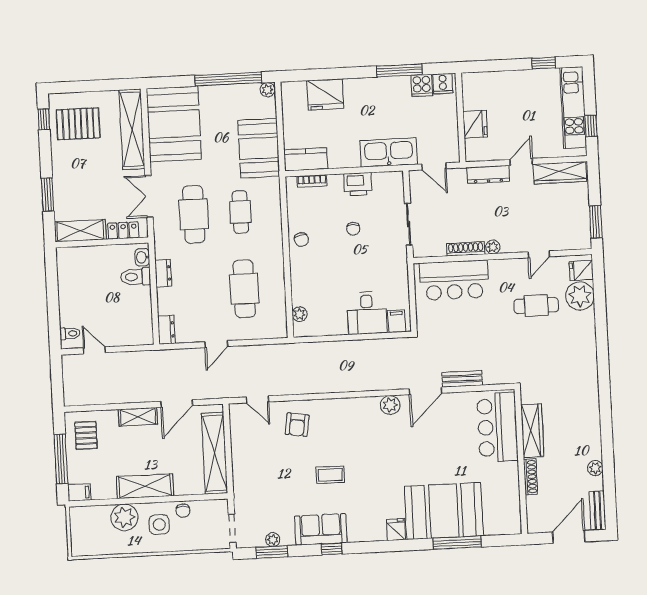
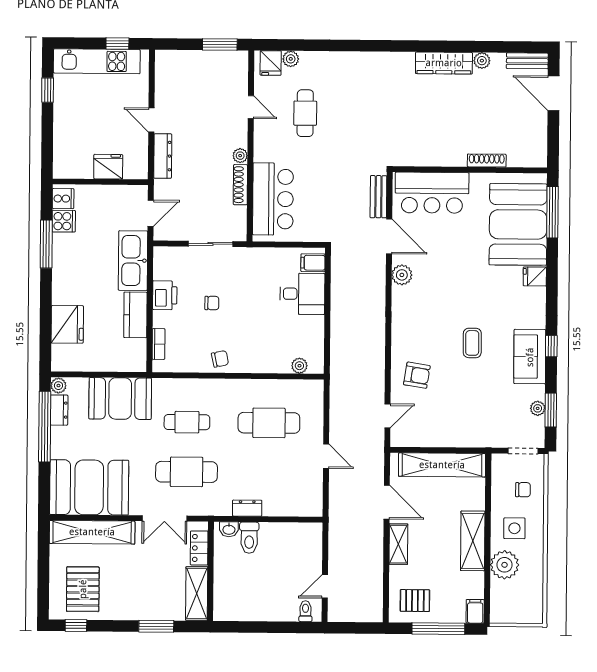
kitchen counter: (306, 159) -> (135, 315), moved
wardrobe: (560, 173) -> (165, 80), removed
plant: (580, 296) -> (291, 59), width x0.53, depth x0.53
dresser: (166, 330) -> (59, 410), moved, turned 90
bar counter: (497, 427) -> (432, 193), moved
wardrobe: (532, 431) -> (444, 63), moved, turned 180
wall: (521, 461) -> (470, 170), moved
shoe rack: (531, 477) -> (487, 161), moved
chair: (183, 511) -> (523, 490), moved

